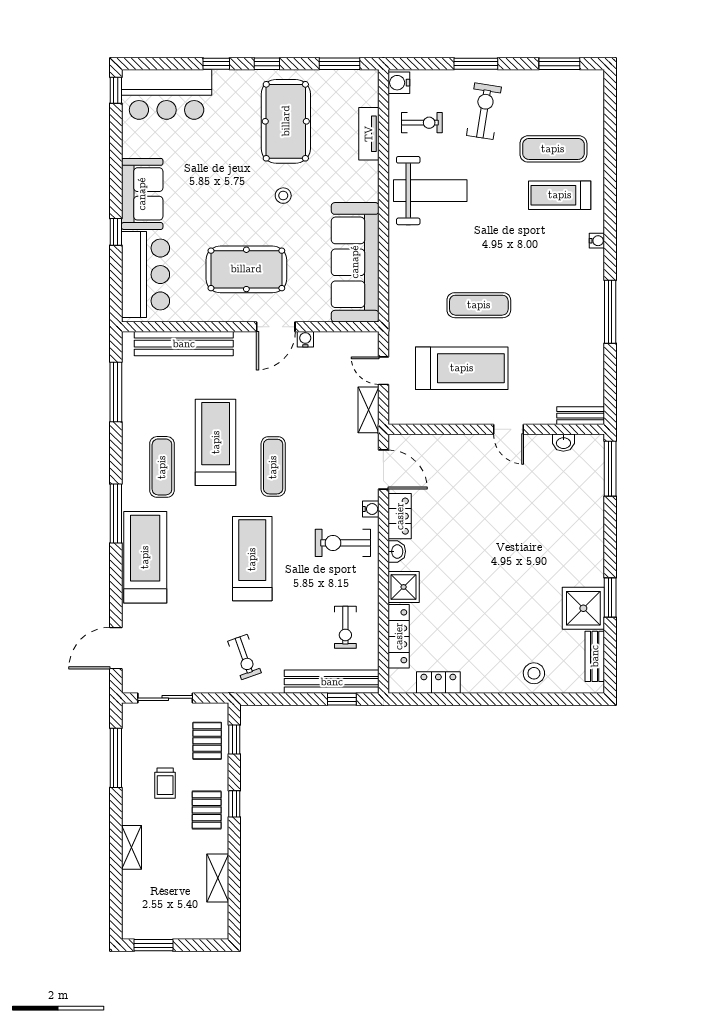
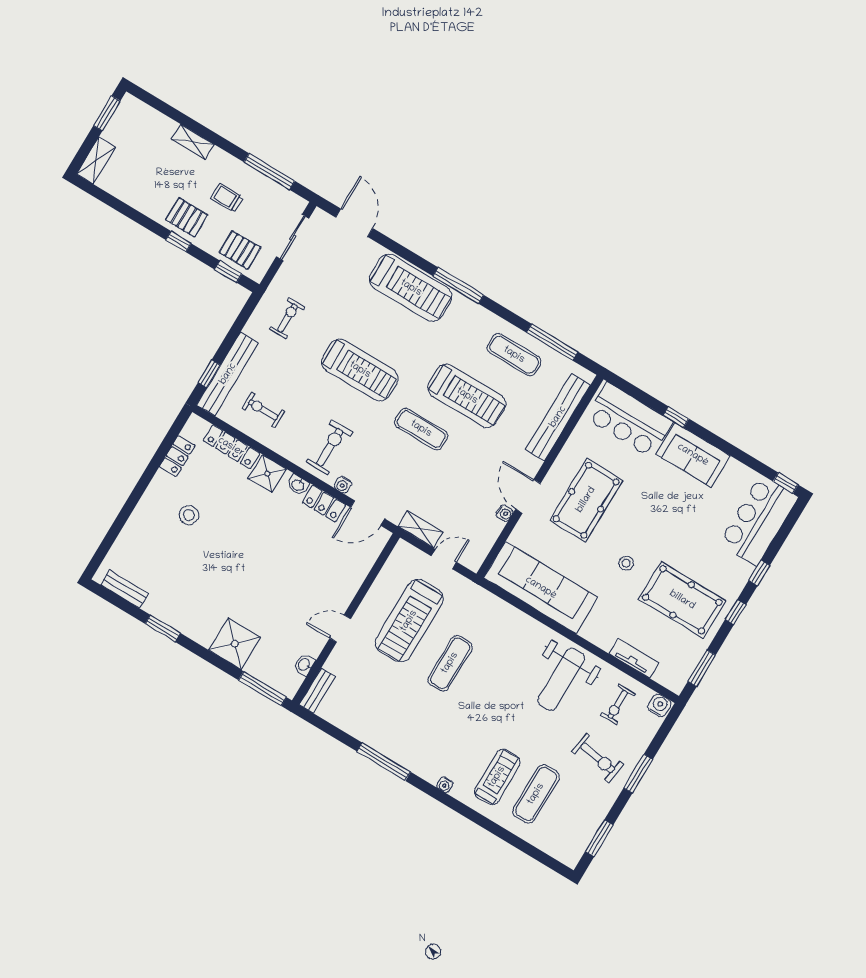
exercise mat: (162, 467) -> (514, 355), moved
shower: (583, 608) -> (235, 644), moved
exercise bike: (244, 657) -> (287, 318), turned 110
stool: (534, 673) -> (189, 515), moved
shelving: (218, 878) -> (96, 160), moved, turned 90

